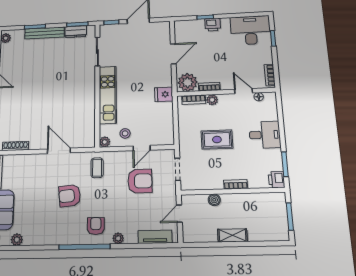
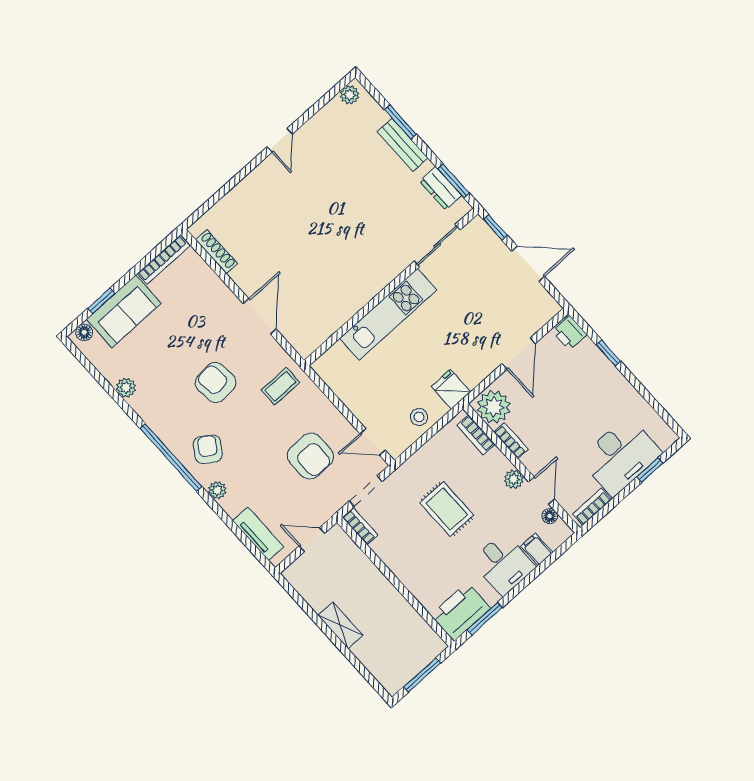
printer: (213, 25) -> (570, 333), moved
desk: (250, 30) -> (620, 456), moved, turned 90
bench: (44, 33) -> (403, 145), width x0.73
door: (173, 54) -> (519, 354), hinge flipped
plant: (212, 100) -> (514, 479), moved
filing cabinet: (270, 114) -> (537, 549), added
stool: (125, 133) -> (419, 417), moved
plant: (105, 142) -> (322, 366), removed
door: (142, 148) -> (373, 442), moved
printer: (276, 180) -> (461, 612), width x1.87, depth x1.48
bookcase: (236, 184) -> (360, 526), moved
boiler: (214, 200) -> (366, 568), removed
armchair: (96, 226) -> (208, 449), turned -55
plant: (17, 240) -> (126, 388), moved

